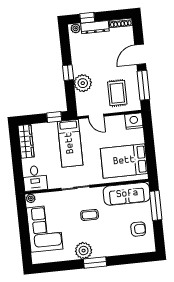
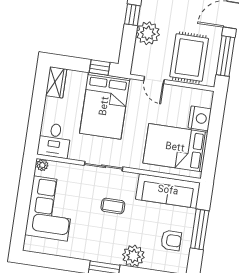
rug: (117, 93) -> (189, 58), width x1.36, depth x1.43
nightstand: (134, 121) -> (200, 118), moved, turned 90
wardrobe: (26, 141) -> (56, 82), width x0.67
bed: (70, 143) -> (105, 106), width x1.50
window: (156, 206) -> (200, 229), moved
plant: (84, 251) -> (133, 256), moved

